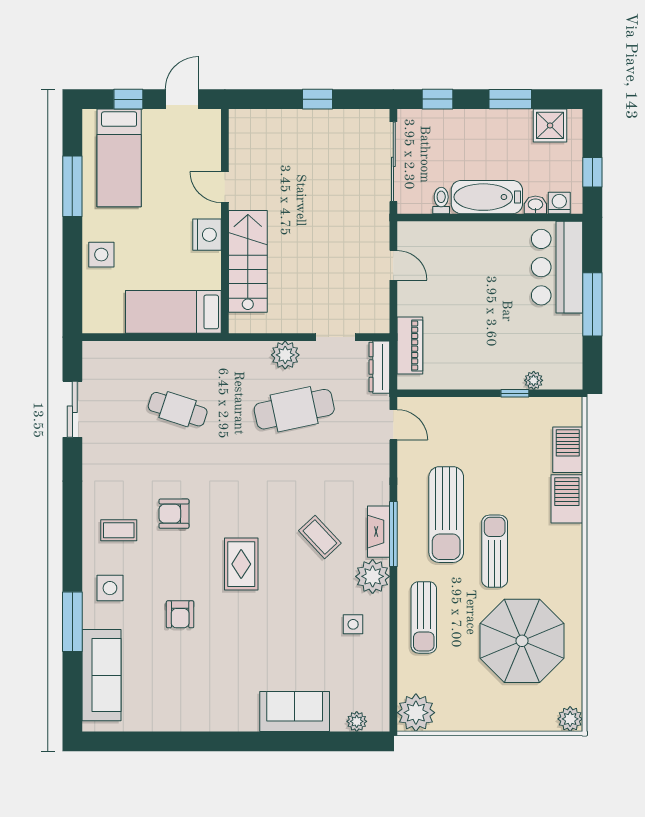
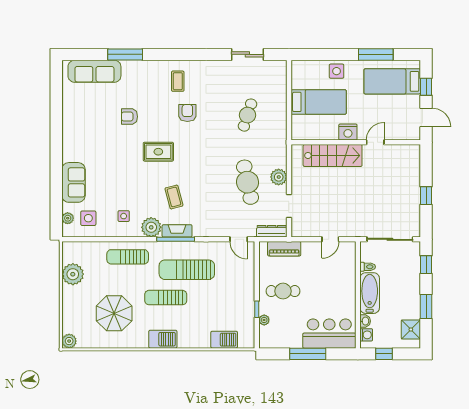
bed: (173, 312) -> (319, 102), moved, turned 90
cafe table: (483, 348) -> (283, 291), added
door: (393, 425) -> (239, 239), hinge flipped
barbecue: (567, 499) -> (163, 339), moved
coffee table: (320, 537) -> (174, 197), turned -62
sun lounger: (495, 551) -> (166, 298), turned 180
side table: (110, 588) -> (88, 218), moved
parasol: (522, 641) -> (114, 313), width x0.73, depth x0.73
plant: (416, 713) -> (73, 274), moved

